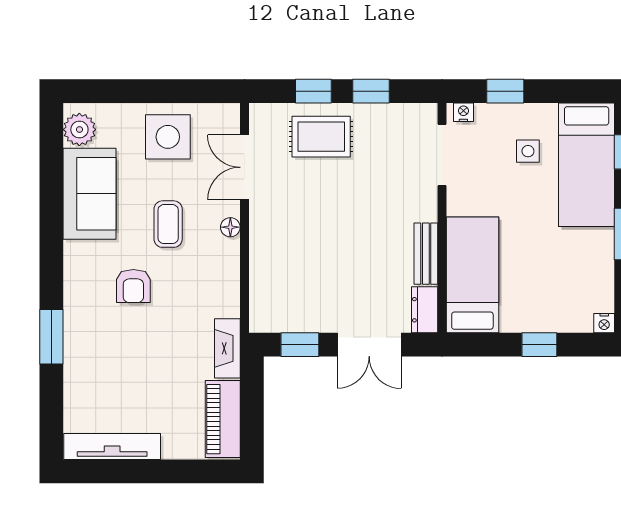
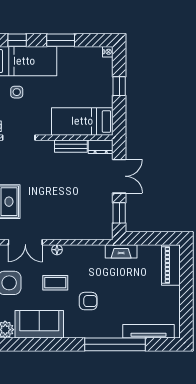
window: (51, 337) -> (115, 344), width x2.11
piano: (223, 419) -> (171, 265), moved, turned 90
tv unit: (112, 446) -> (148, 331), moved, turned 90

